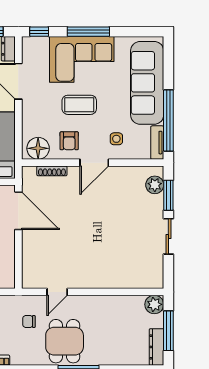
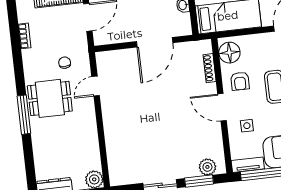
armchair: (69, 141) -> (240, 81), turned -90
door: (18, 211) -> (155, 42), moved
door: (57, 292) -> (96, 86), hinge flipped

